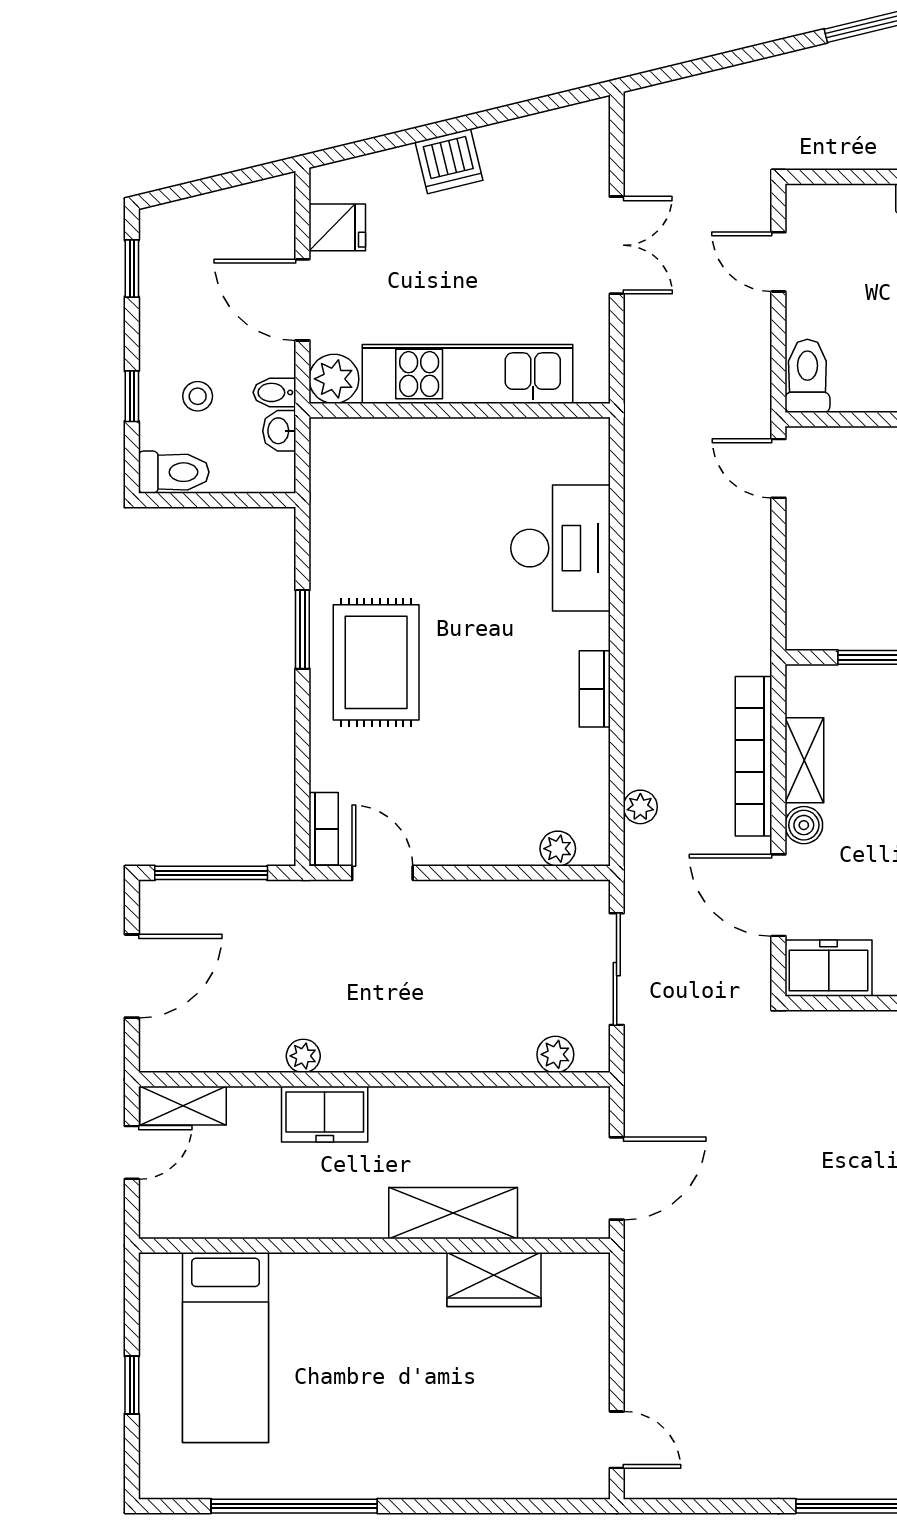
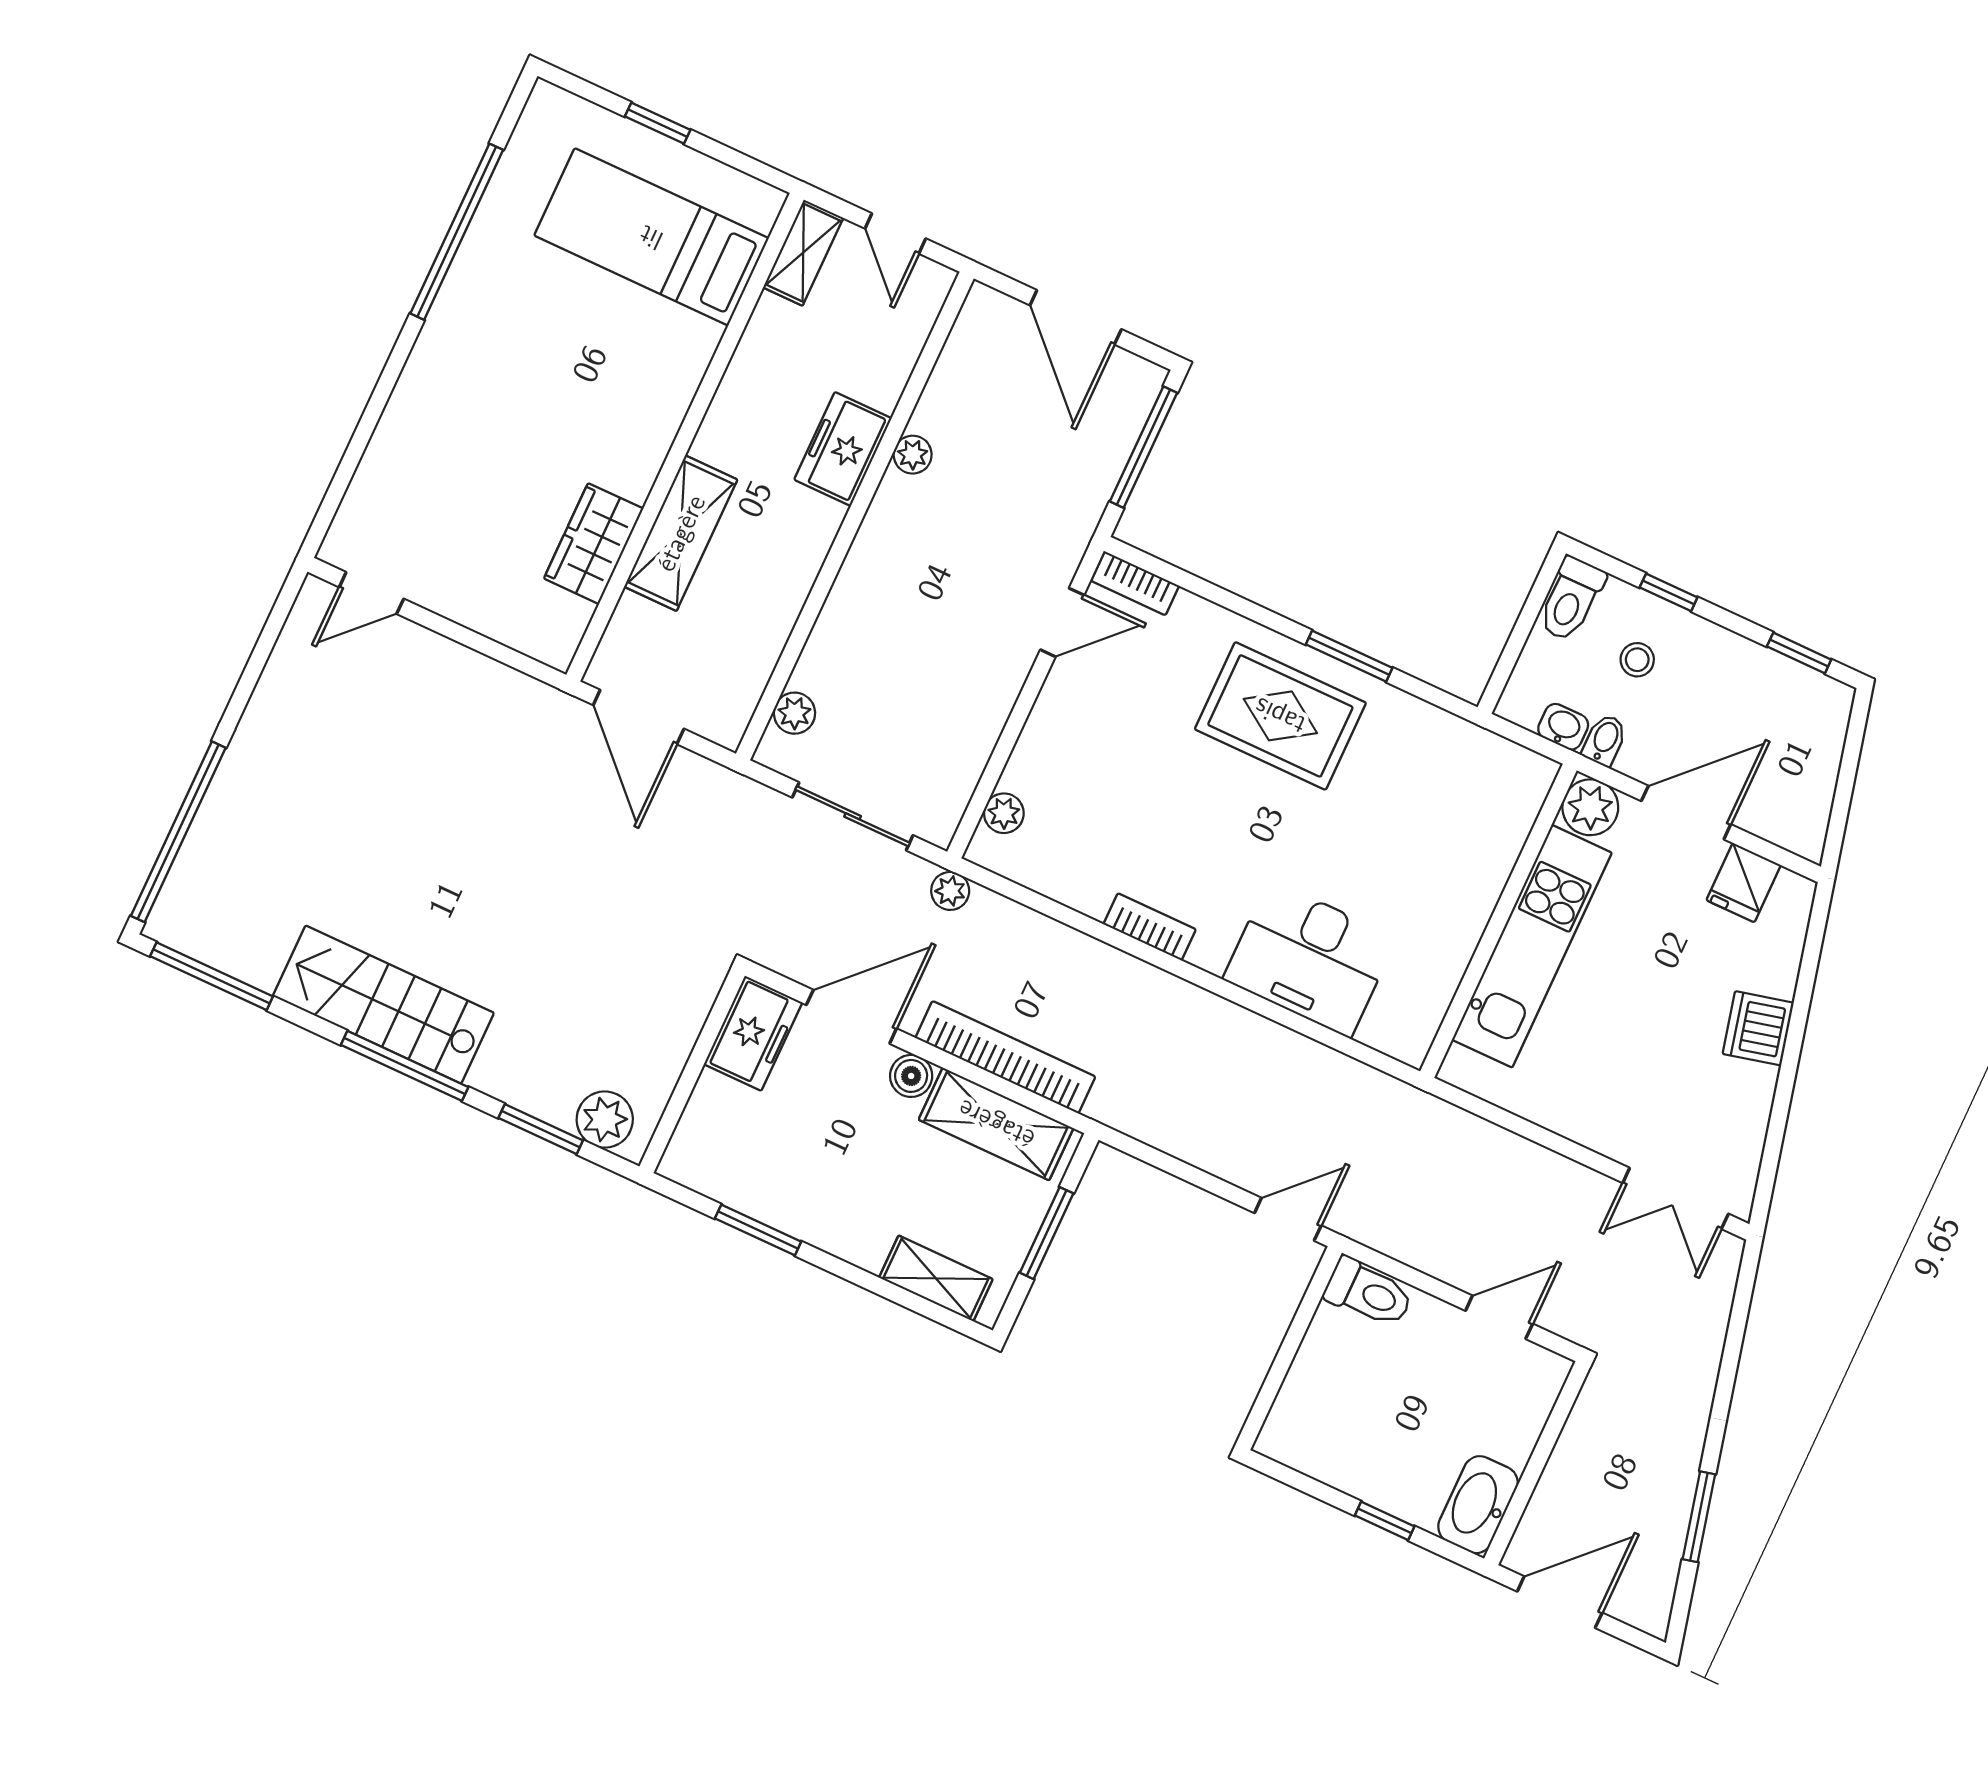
double door: (617, 245) -> (1676, 1198), moved
shelving: (804, 760) -> (996, 1124), width x1.50, depth x1.33
plant: (640, 807) -> (950, 891), moved
shelving: (183, 1106) -> (803, 253), moved

